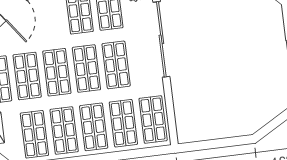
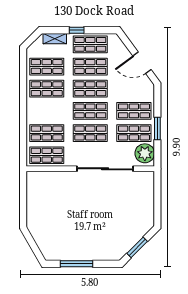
shop shelf: (94, 127) -> (47, 111), removed

